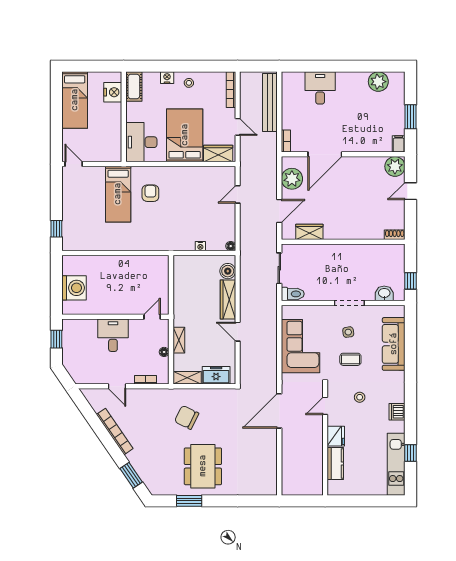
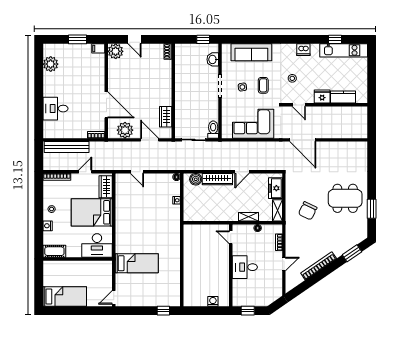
nightstand: (113, 92) -> (59, 267), removed
armchair: (150, 193) -> (136, 238), removed
washing machine: (74, 288) -> (213, 301), width x0.53, depth x0.53

